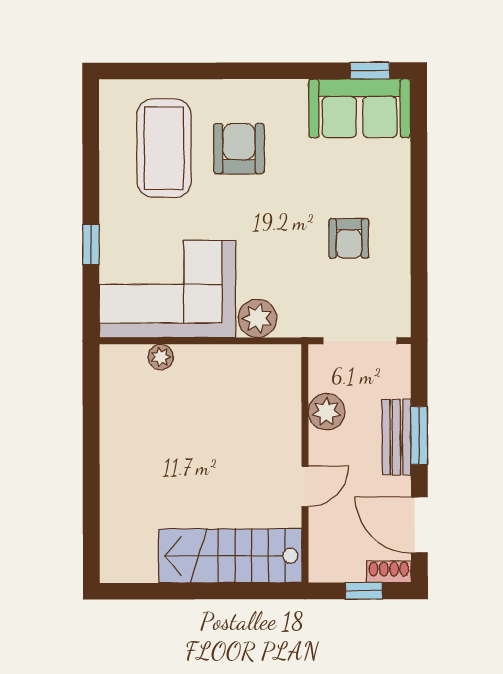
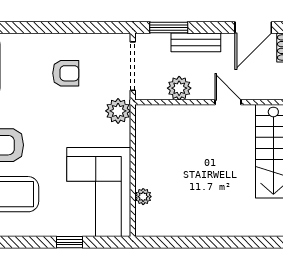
plant: (257, 318) -> (118, 111), moved
window: (419, 435) -> (169, 27), moved

